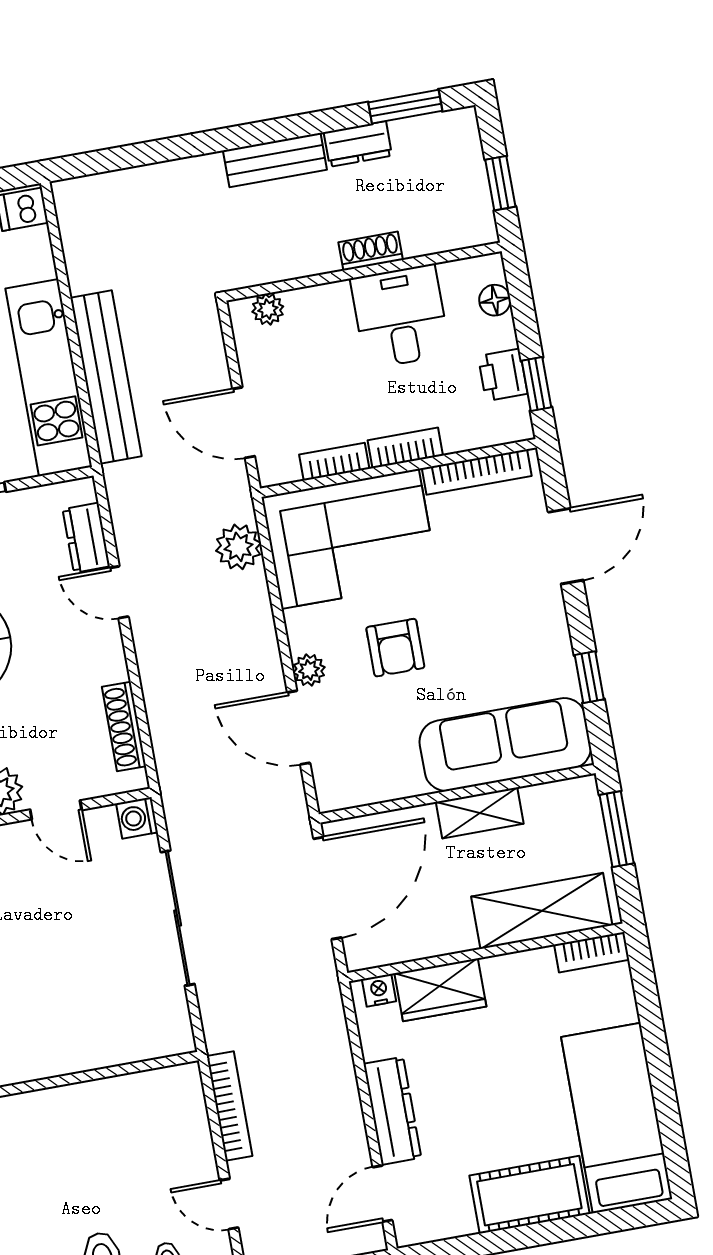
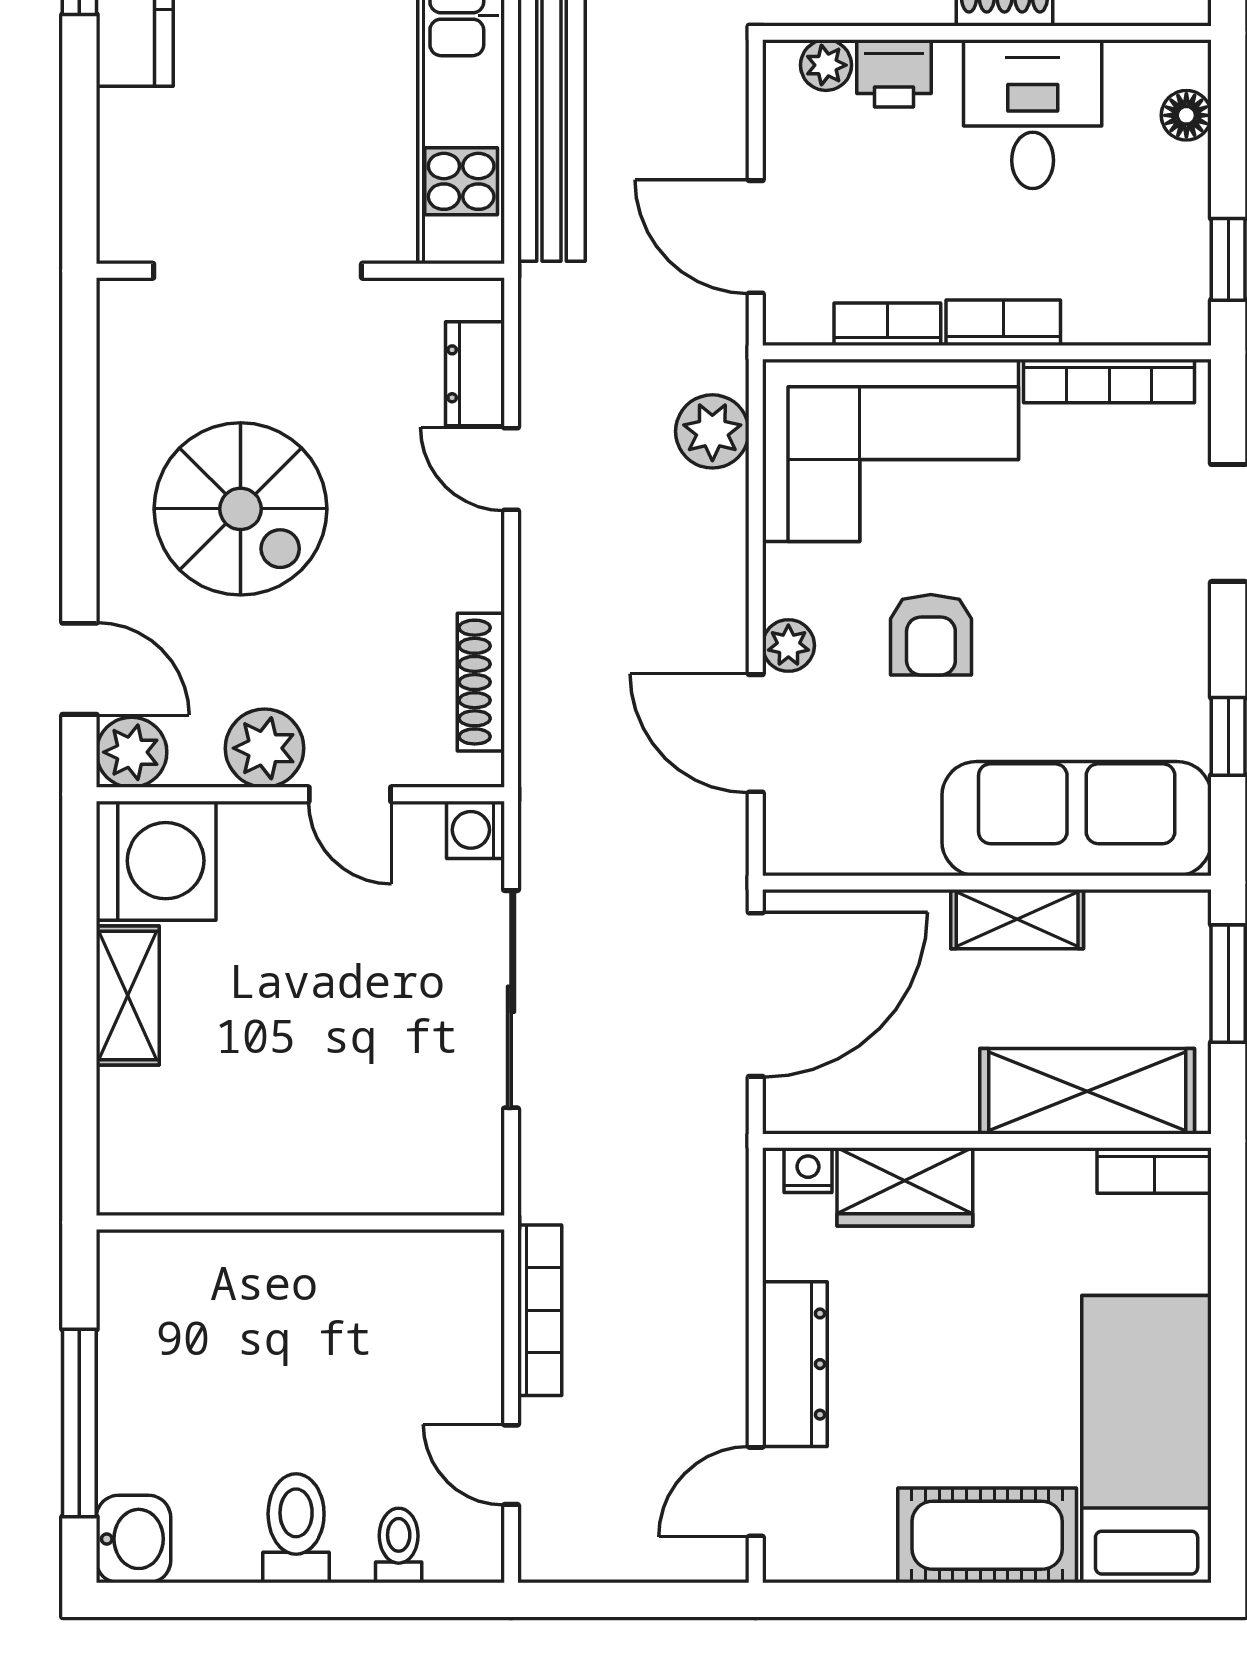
printer: (503, 375) -> (894, 73), moved, turned -90

